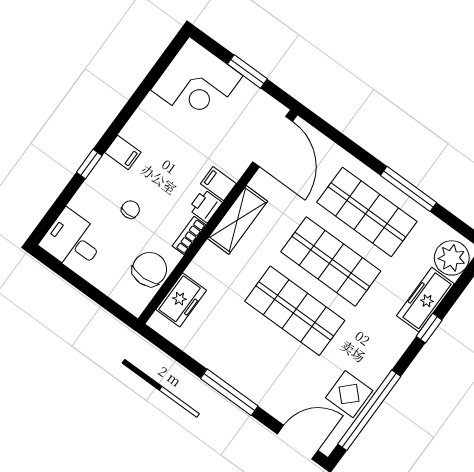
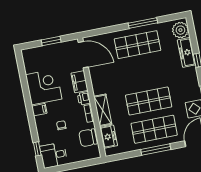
corner desk: (197, 83) -> (44, 87), moved, turned -90
window: (89, 164) -> (37, 149), moved
filing cabinet: (218, 184) -> (79, 82), width x2.00
shelving: (237, 220) -> (103, 110), moved
shop shelf: (331, 261) -> (154, 129), moved
chair: (150, 269) -> (88, 138), turned -89

